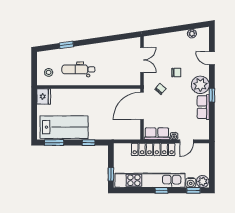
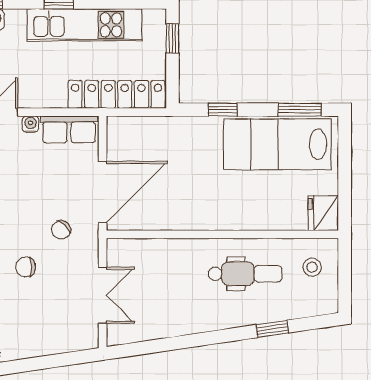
double door: (142, 60) -> (103, 295), swing flipped
locker: (153, 149) -> (117, 94), moved
kitchen unit: (150, 180) -> (85, 25), width x0.73

